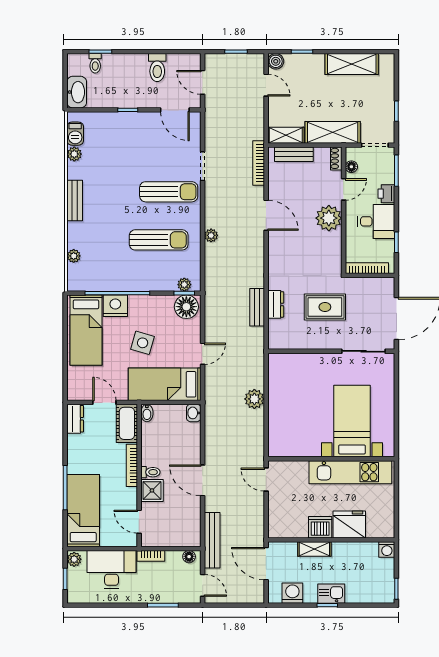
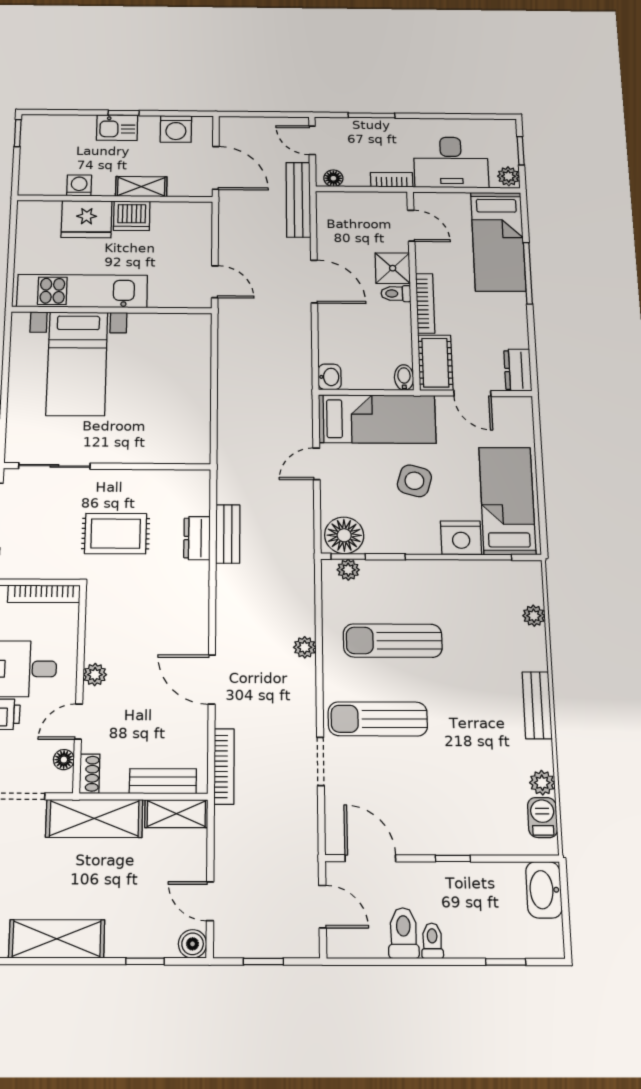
toilet: (95, 63) -> (432, 941), moved
plant: (329, 218) -> (95, 675), width x0.53, depth x0.53
plant: (254, 399) -> (233, 397), removed
washing machine: (387, 549) -> (79, 185), moved

